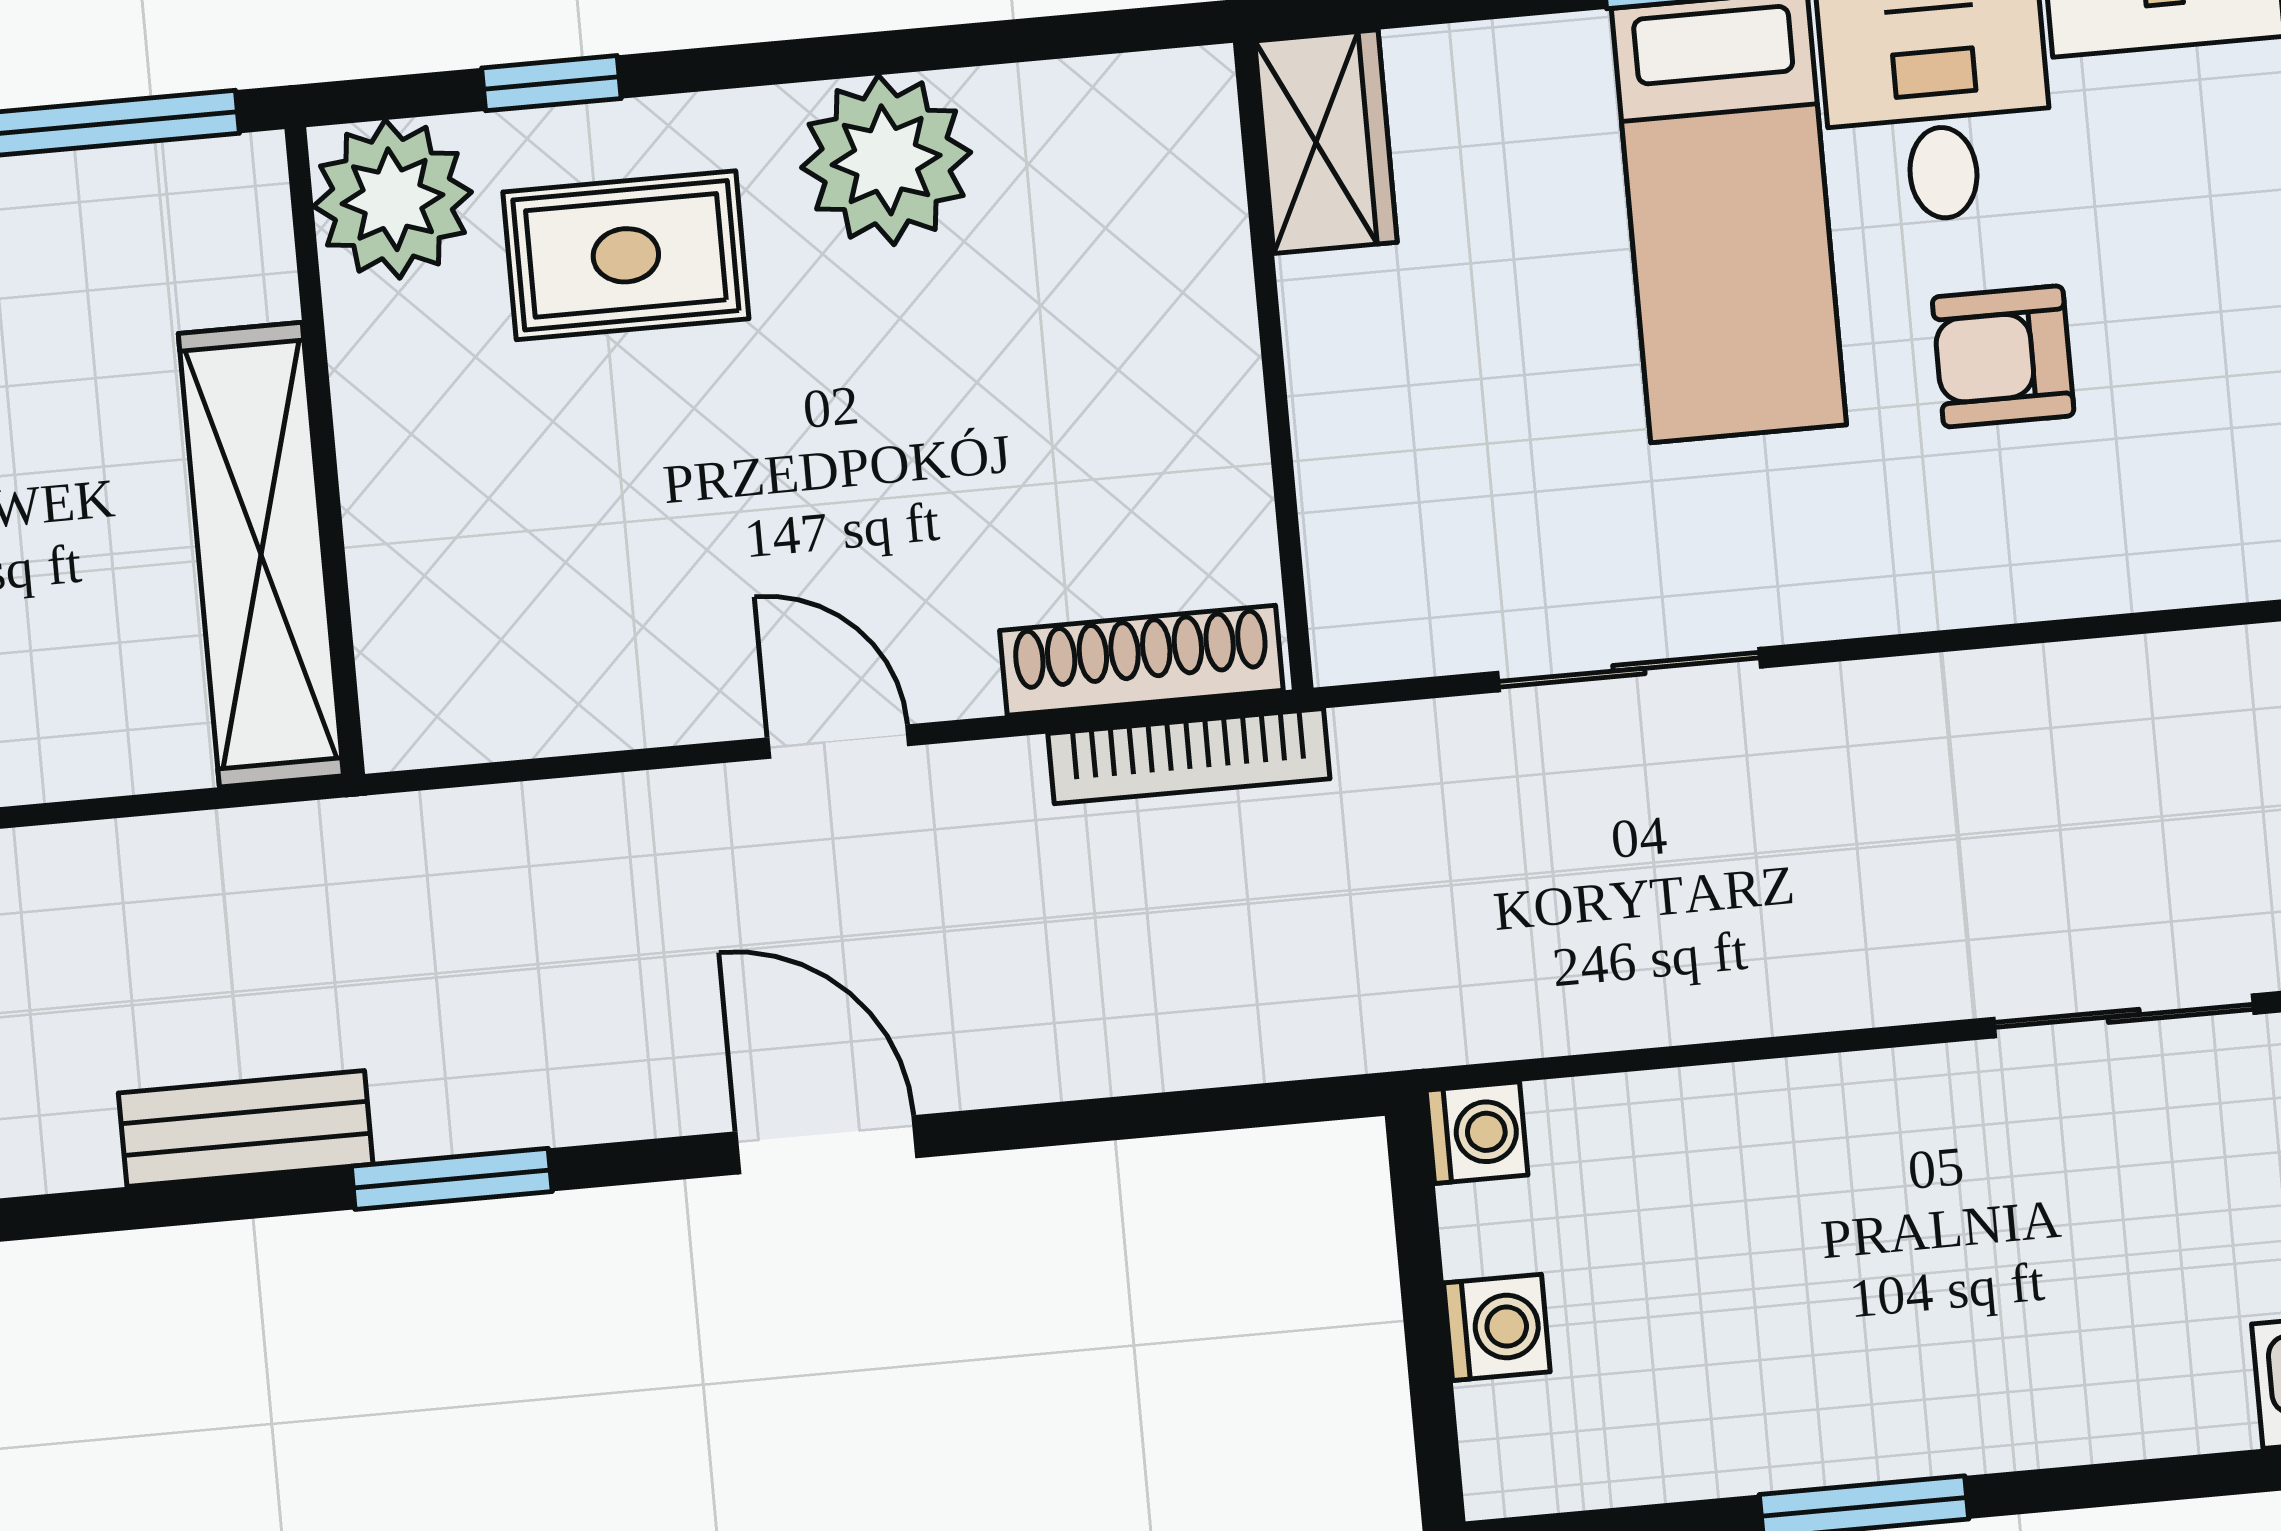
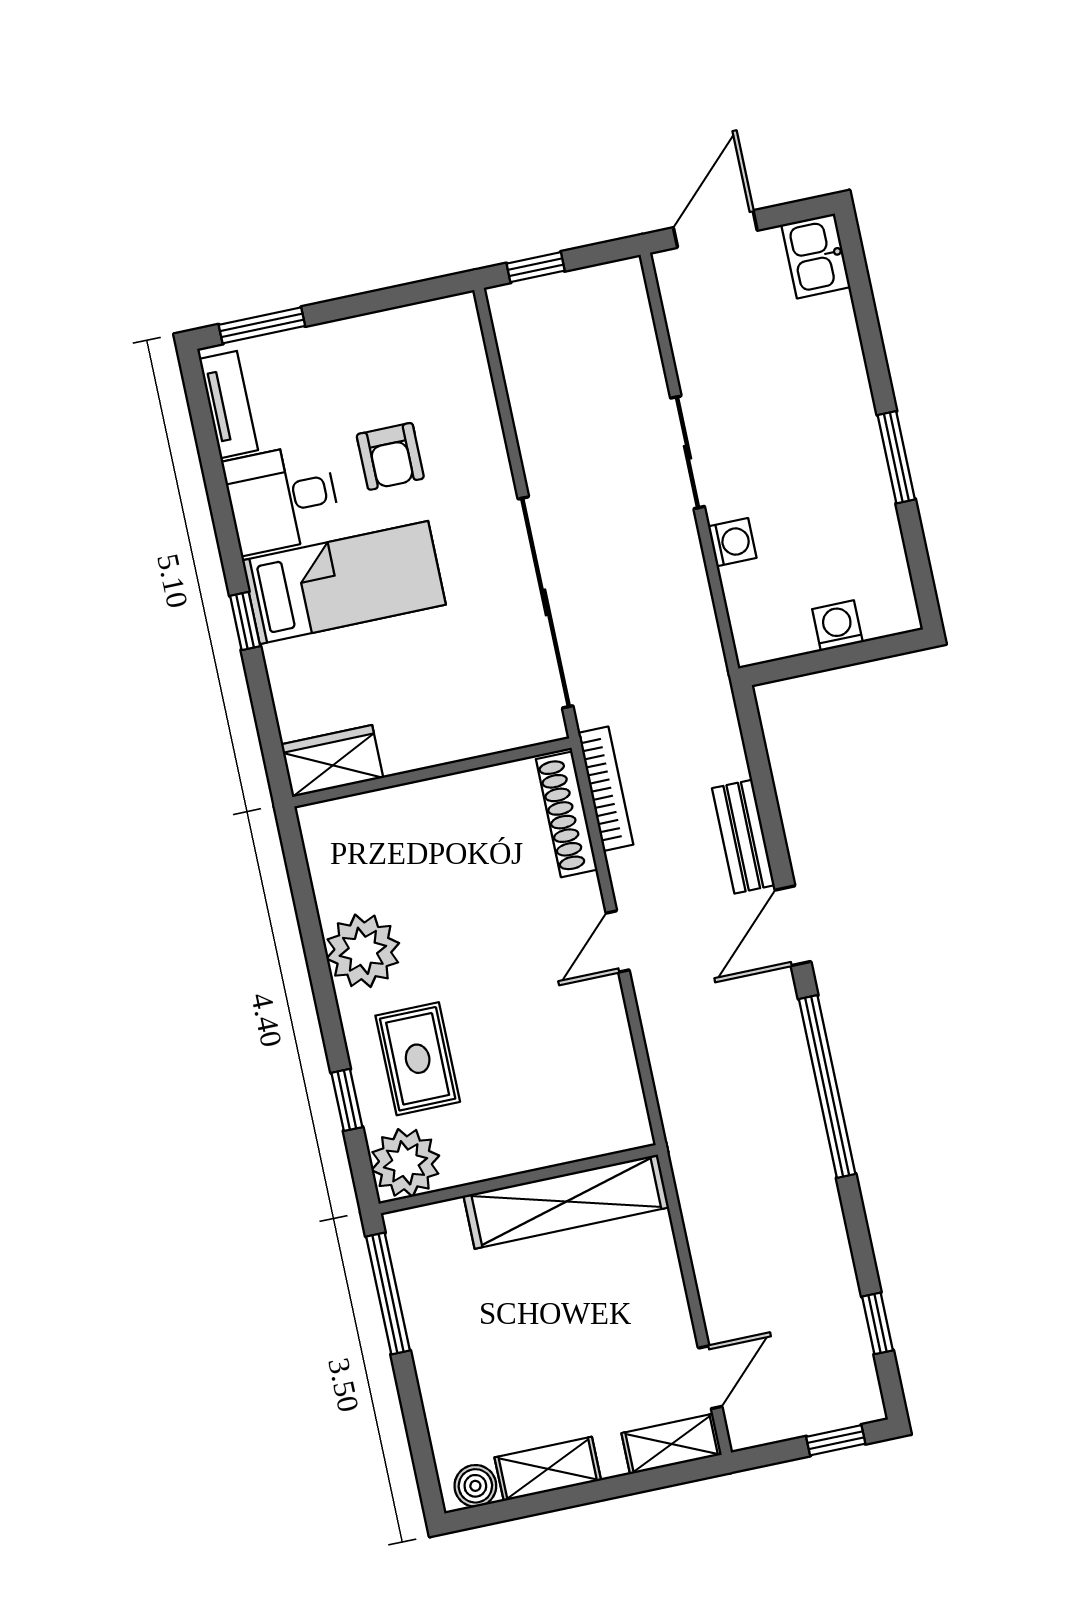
sliding door: (1629, 670) -> (545, 602), width x1.86
sliding door: (2124, 1016) -> (687, 452), moved
bench: (246, 1129) -> (743, 837), moved
washing machine: (1477, 1133) -> (732, 542), moved, turned 90
window: (452, 1179) -> (827, 1086), width x2.11

